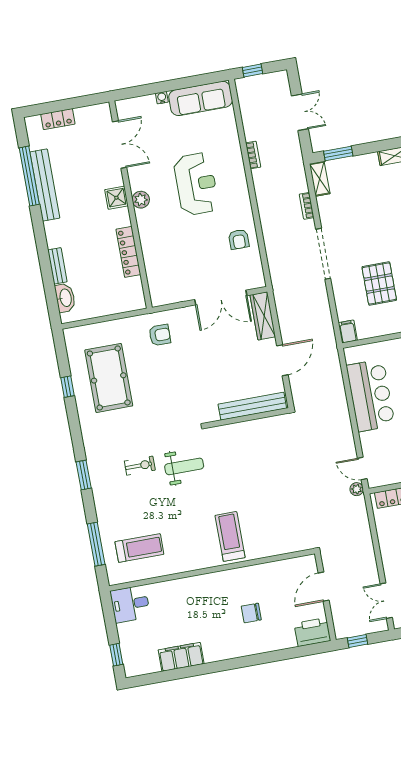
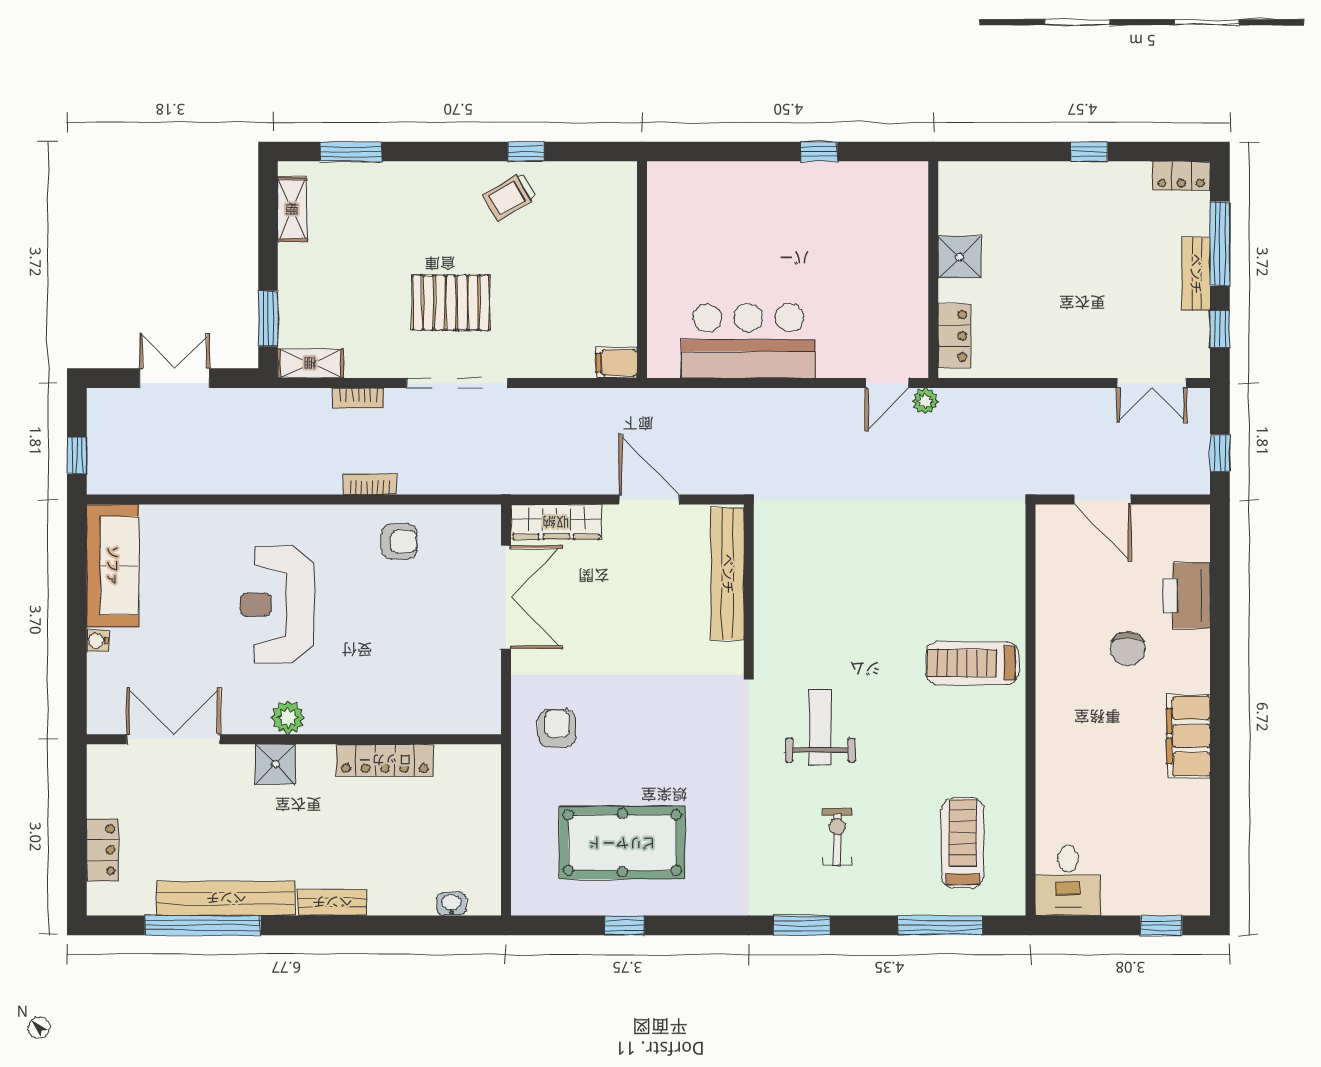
bookcase: (253, 155) -> (370, 484), moved
reception desk: (196, 184) -> (277, 605), turned -90
bench: (57, 266) -> (332, 902), moved
pallet: (379, 284) -> (451, 303), moved
washbasin: (65, 298) -> (452, 904), width x0.52, depth x0.69
exercise bike: (140, 466) -> (837, 837), moved
printer: (312, 632) -> (1187, 596), moved
filing cabinet: (181, 657) -> (1188, 736), moved

